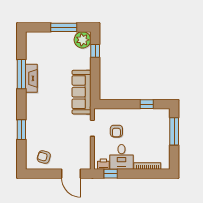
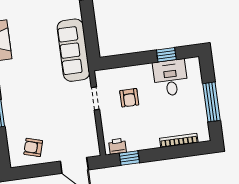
window: (174, 131) -> (212, 102), moved
desk: (122, 157) -> (170, 78), moved, turned 180

